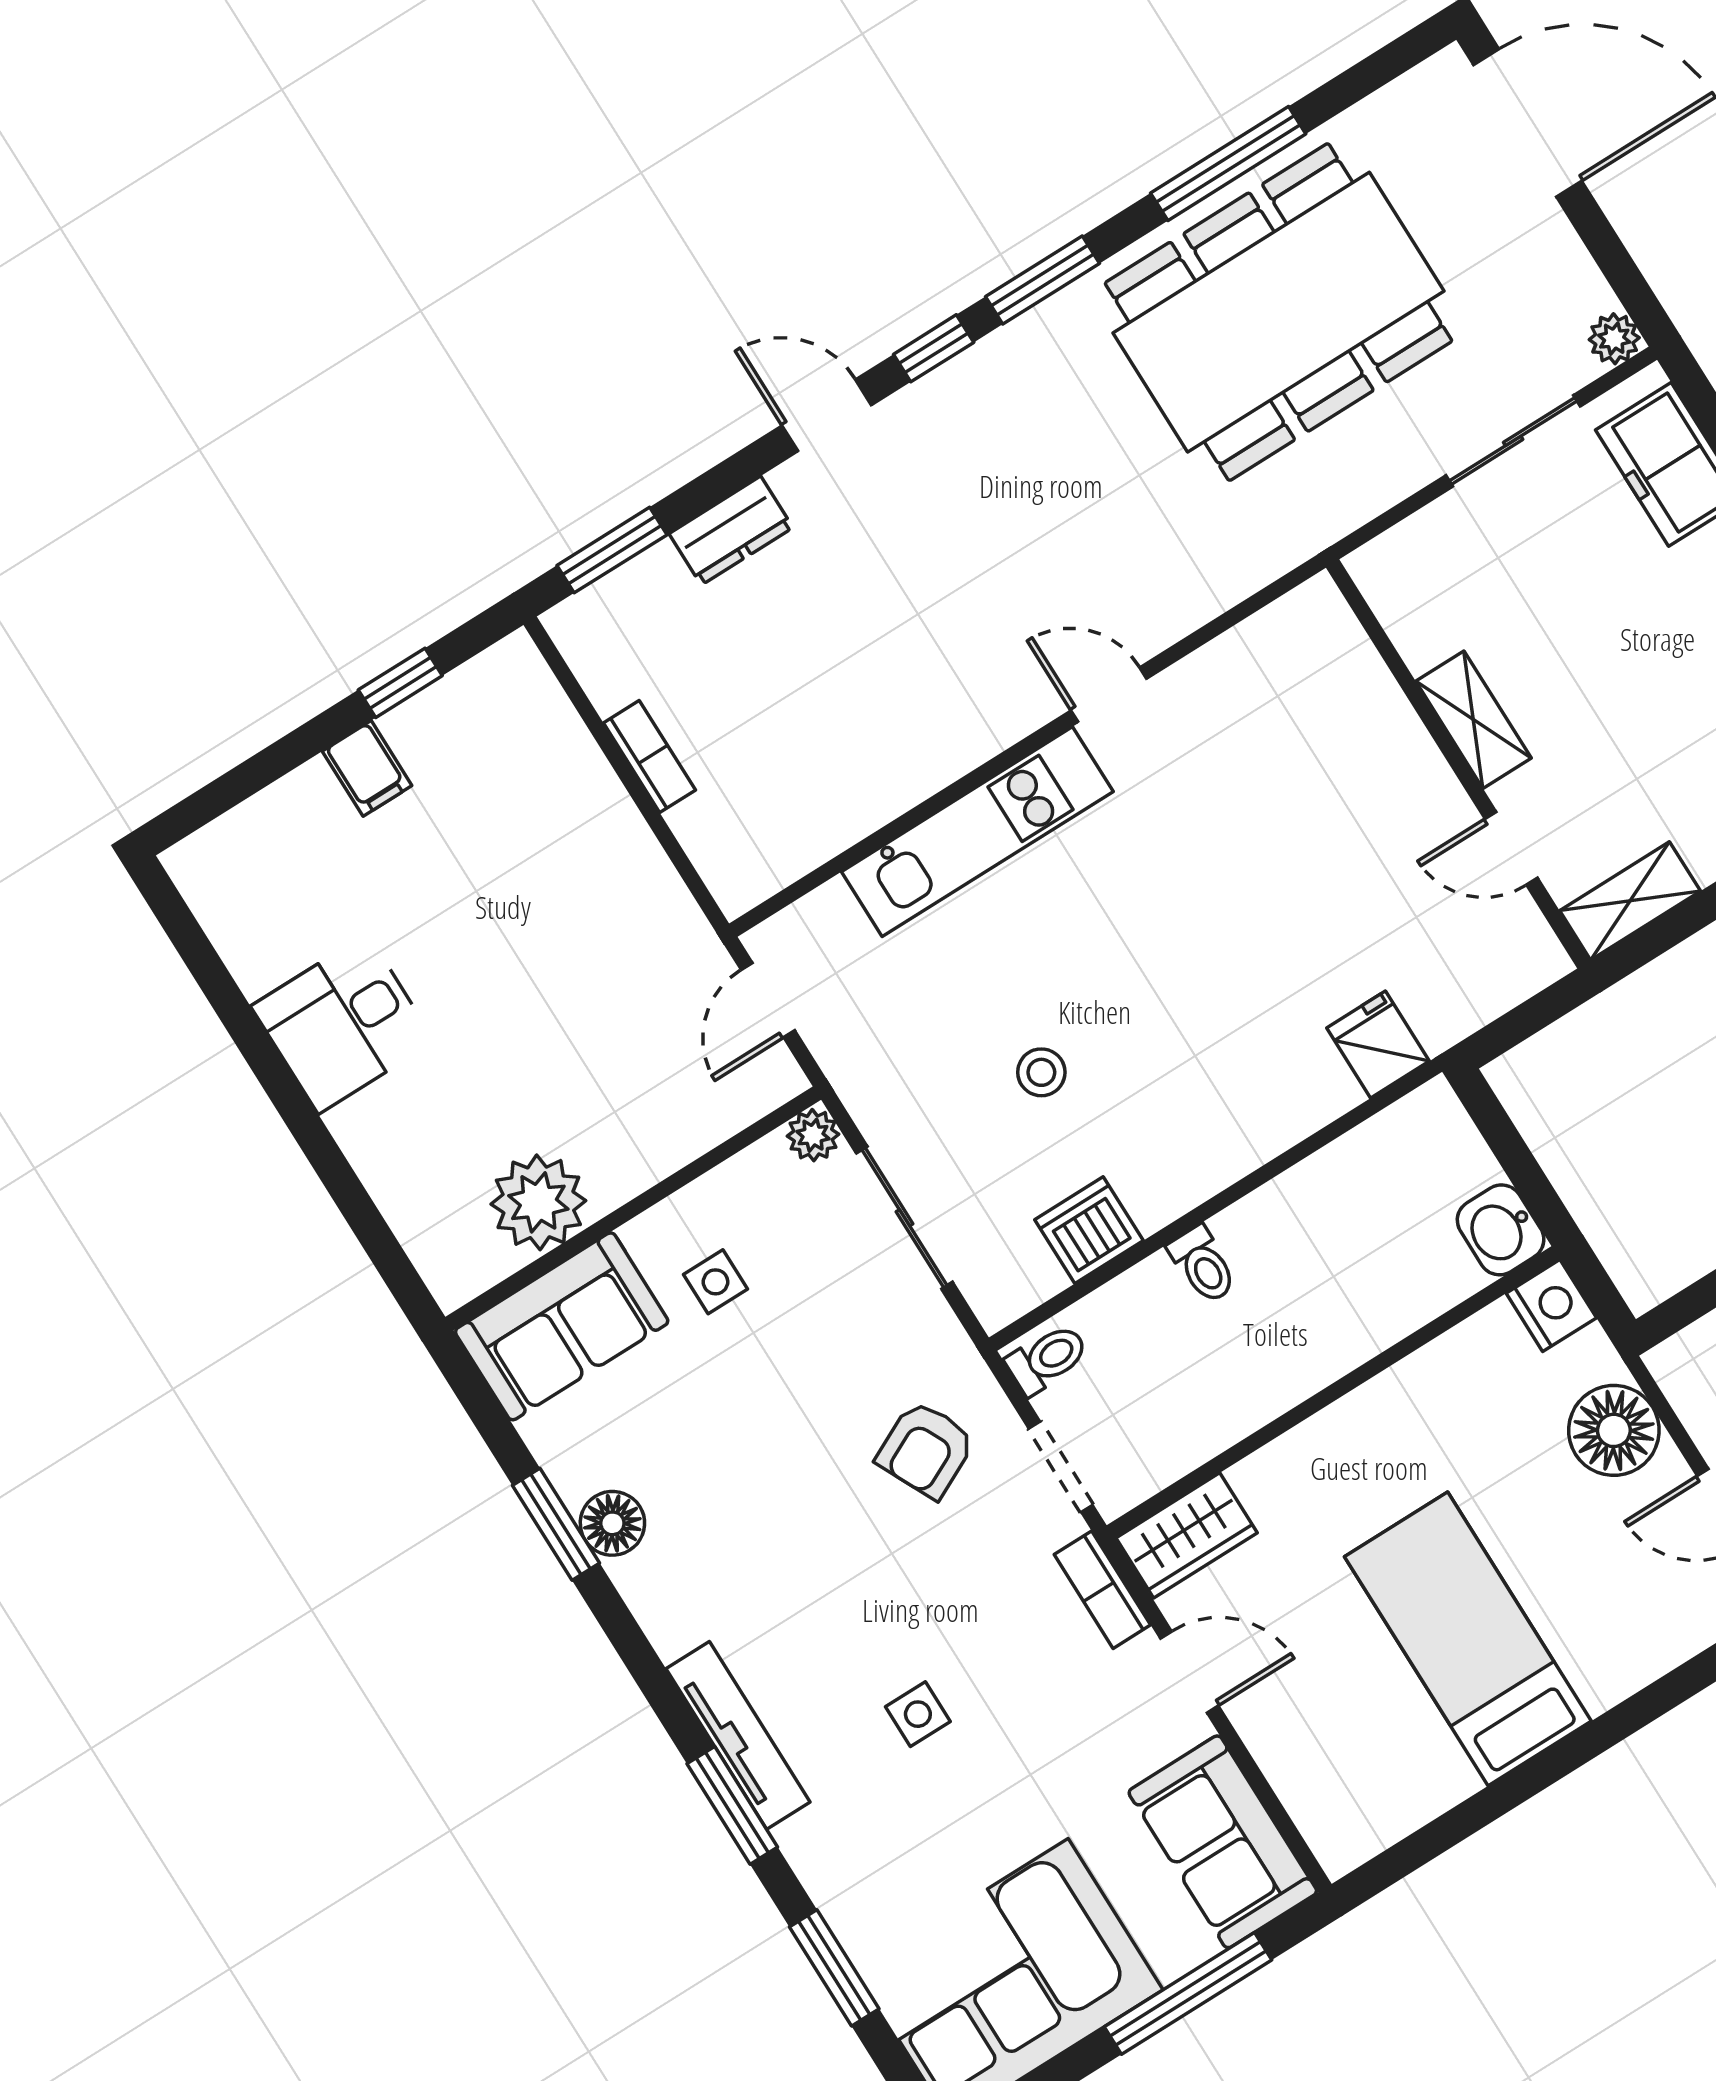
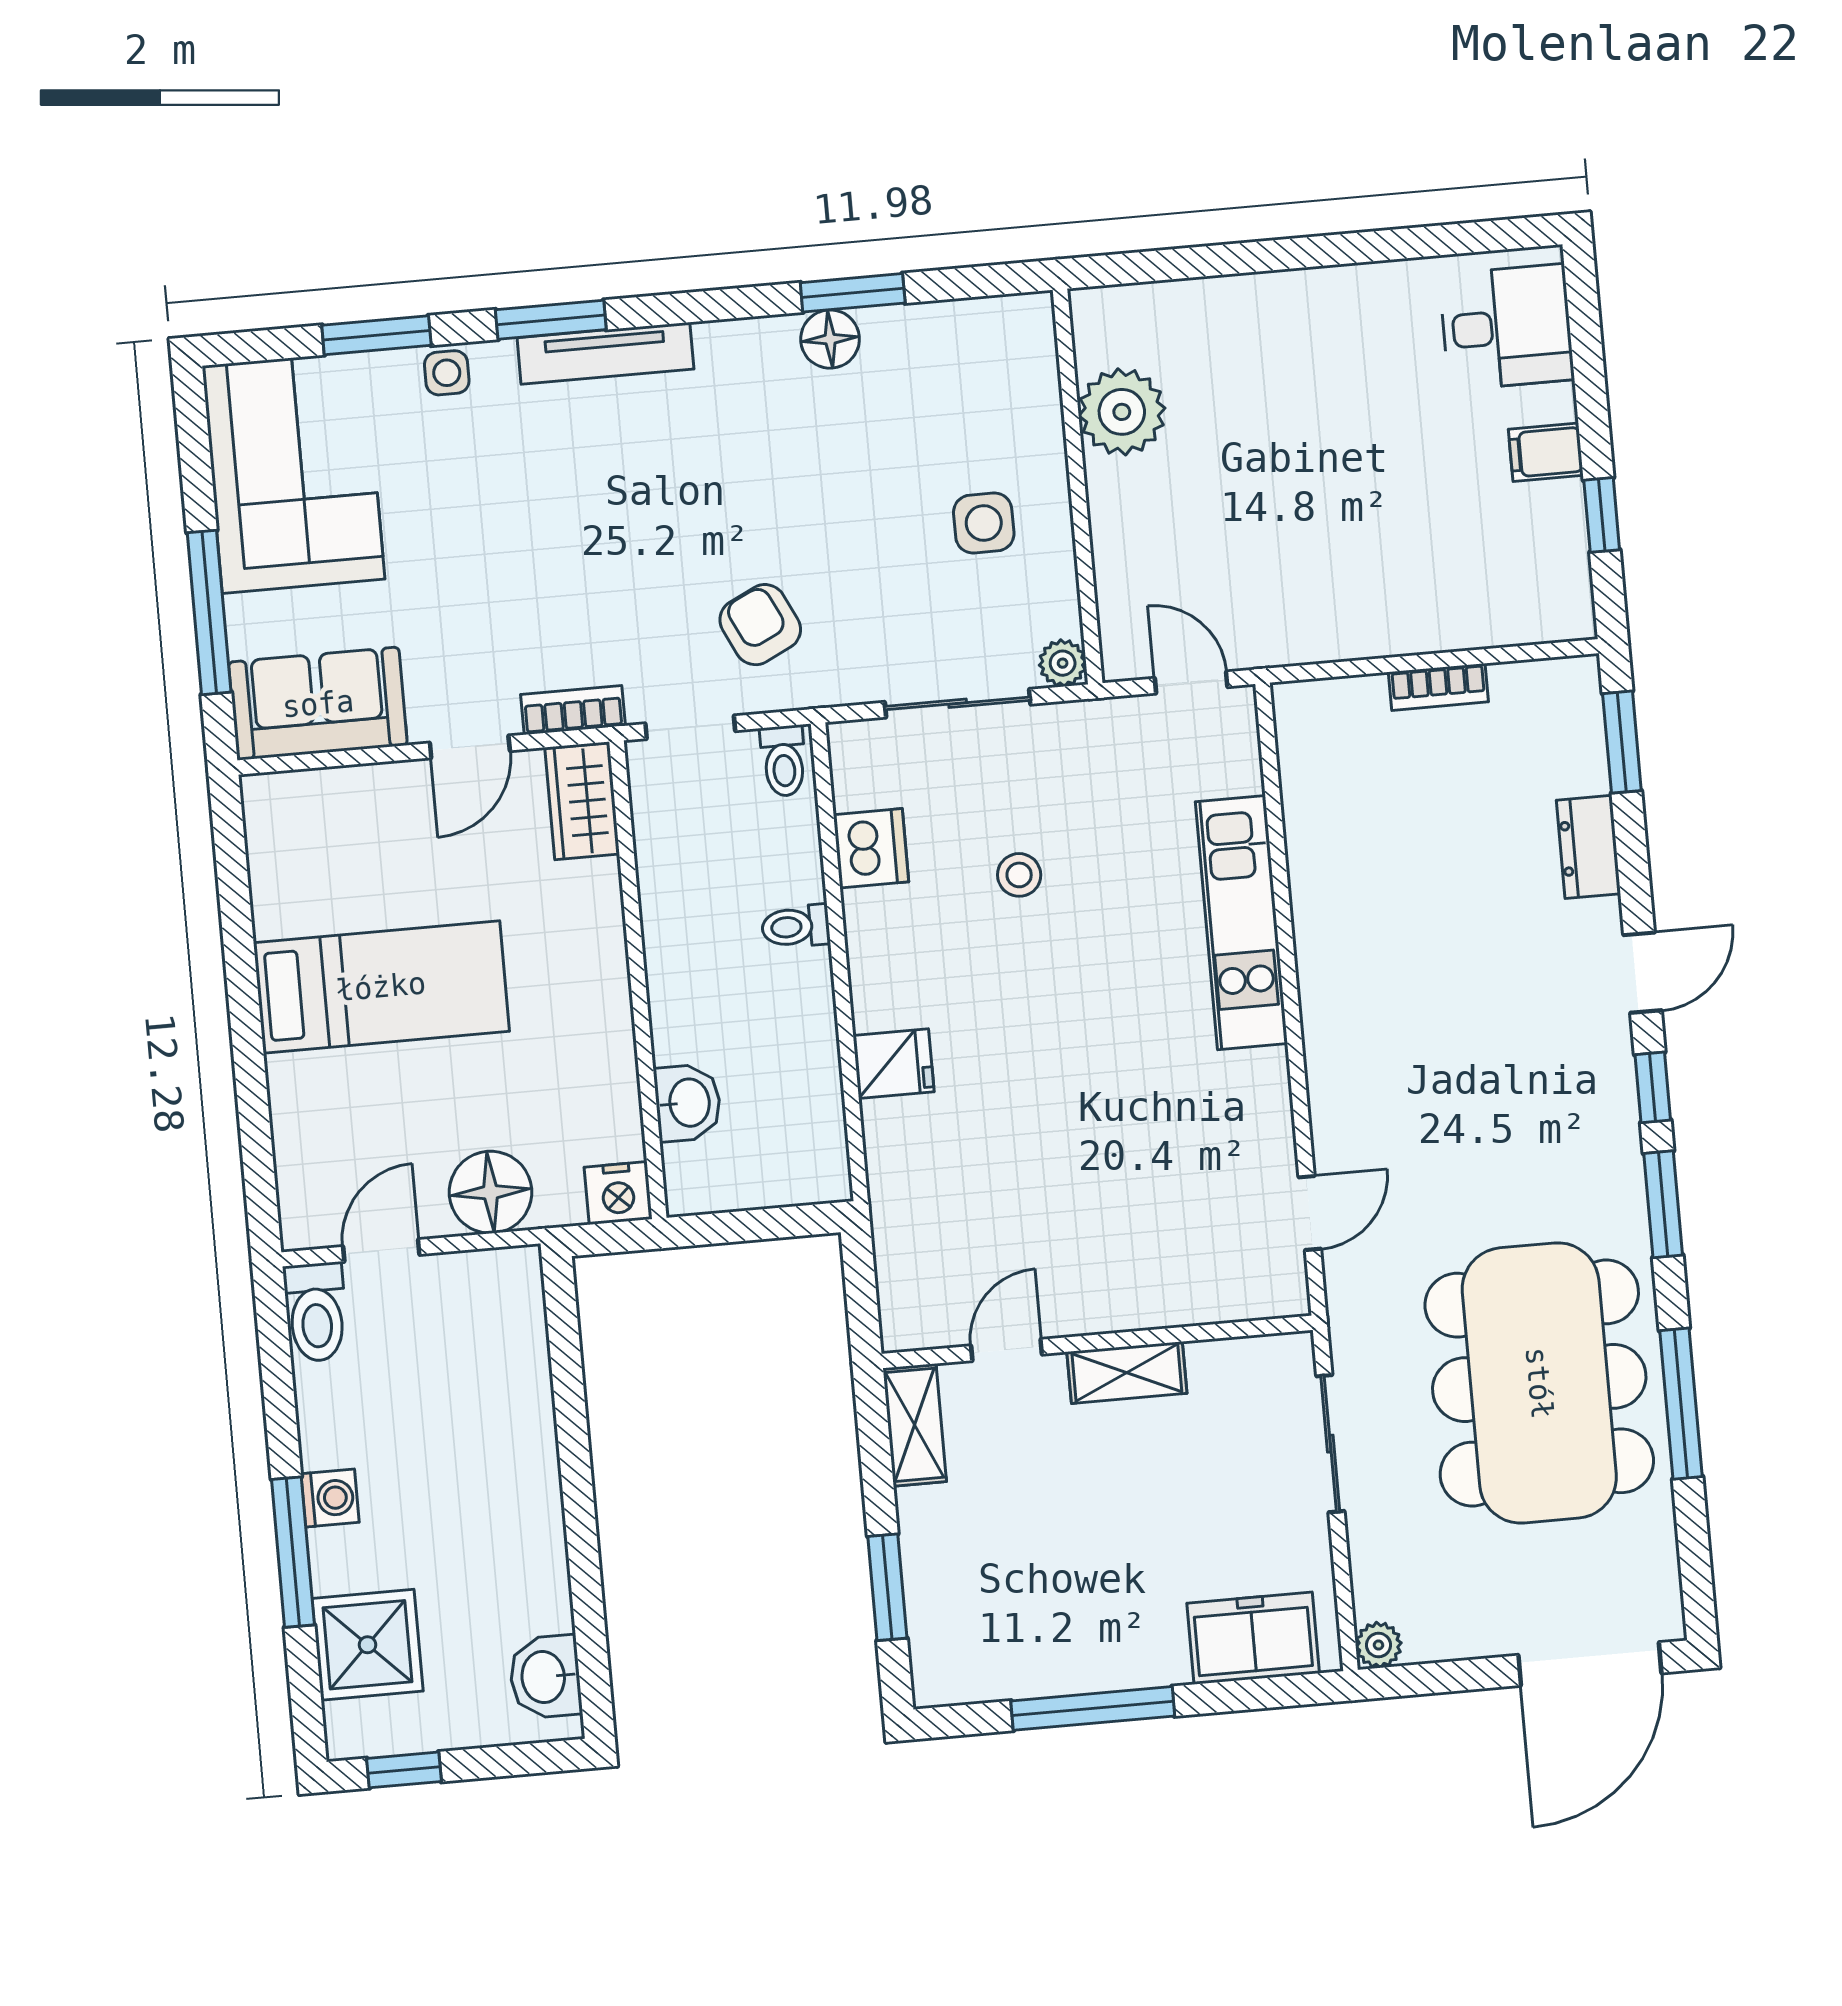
sliding door: (1513, 441) -> (1330, 1444), moved
door: (1109, 695) -> (1310, 1213), moved
desk: (343, 1024) -> (1507, 327), moved, turned 90
fridge: (1378, 1045) -> (894, 1064), moved
washbasin: (1501, 1230) -> (688, 1103), moved, turned 90
side table: (715, 1282) -> (984, 523), width x1.37, depth x1.37
sofa: (562, 1326) -> (1011, 379), removed
side table: (918, 1714) -> (447, 373), moved

